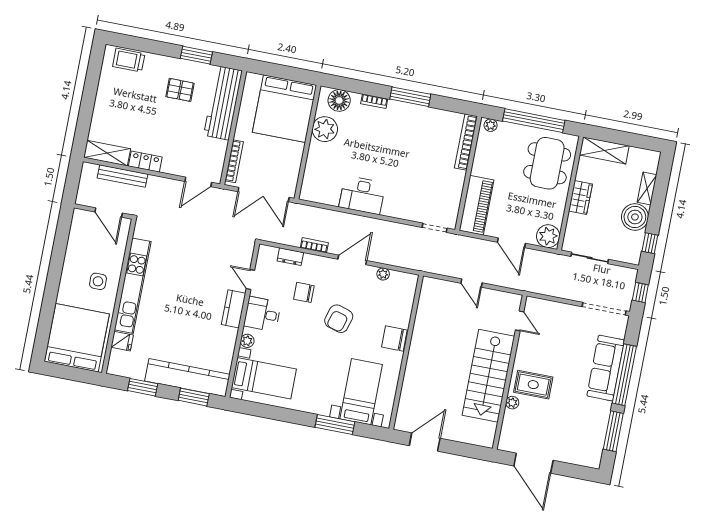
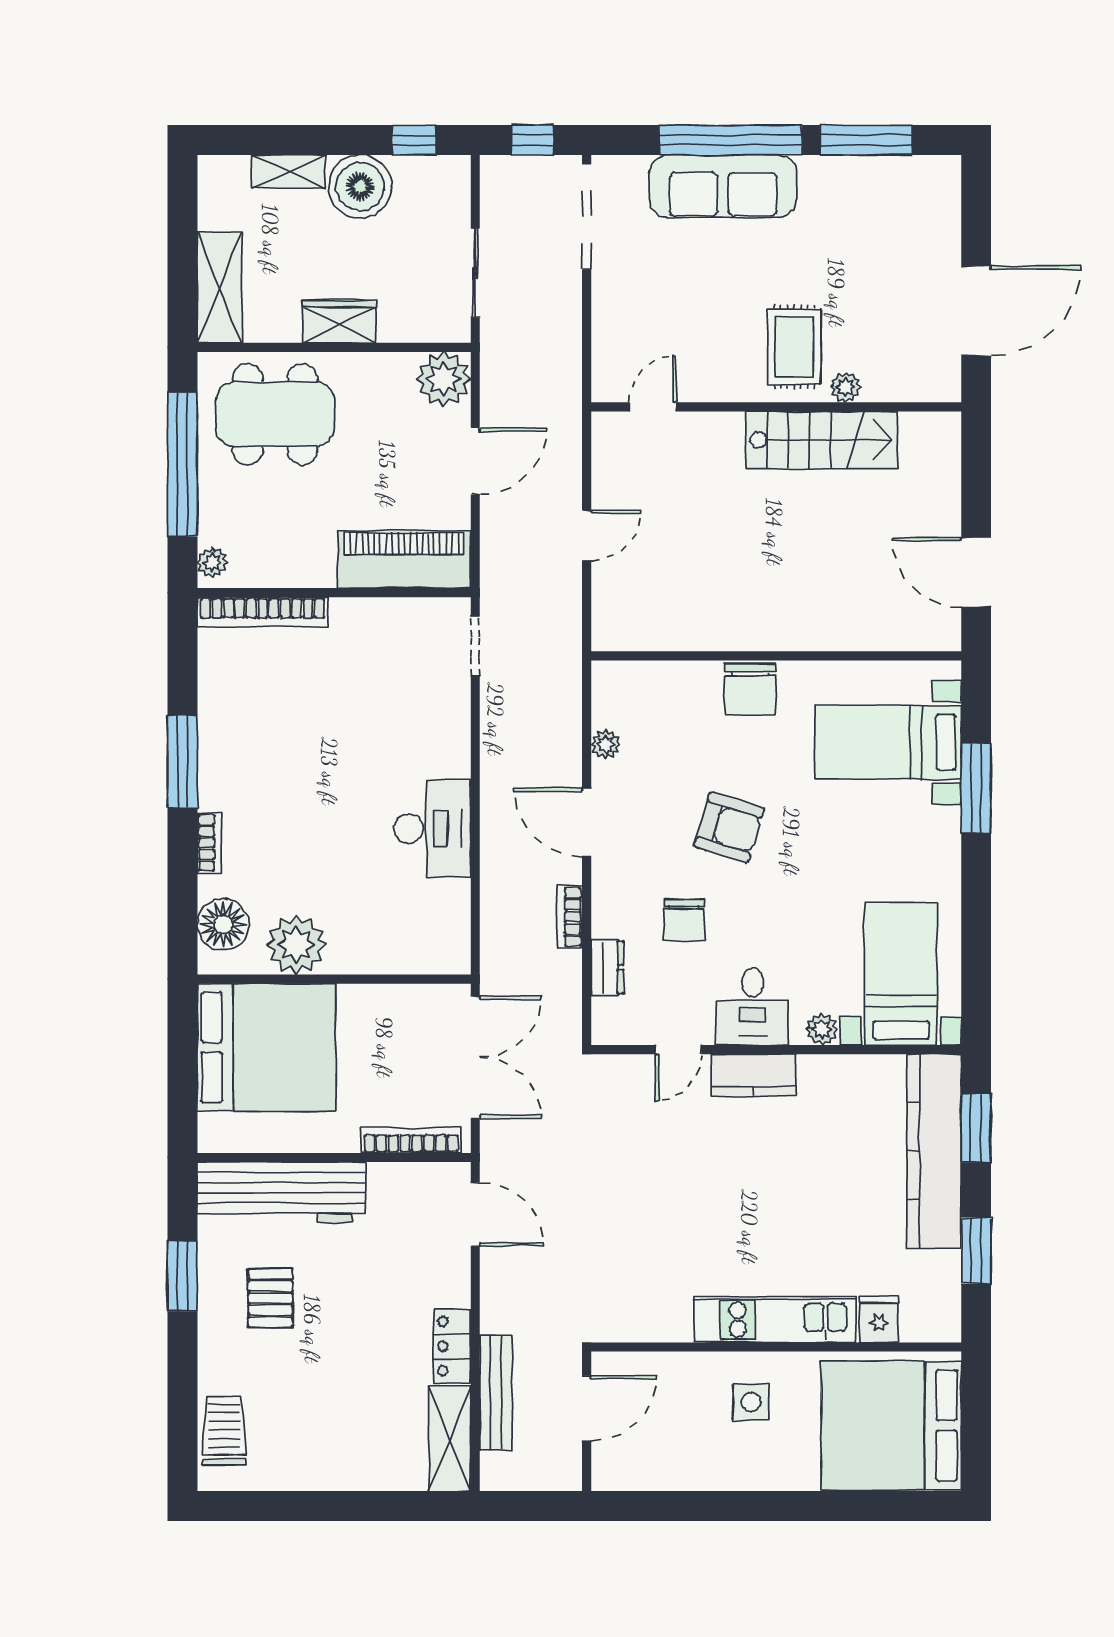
trolley: (129, 60) -> (224, 1430), turned 180
kitchen unit: (133, 286) -> (775, 1320), width x0.73
stairs: (488, 376) -> (822, 440), width x0.73, depth x0.66

